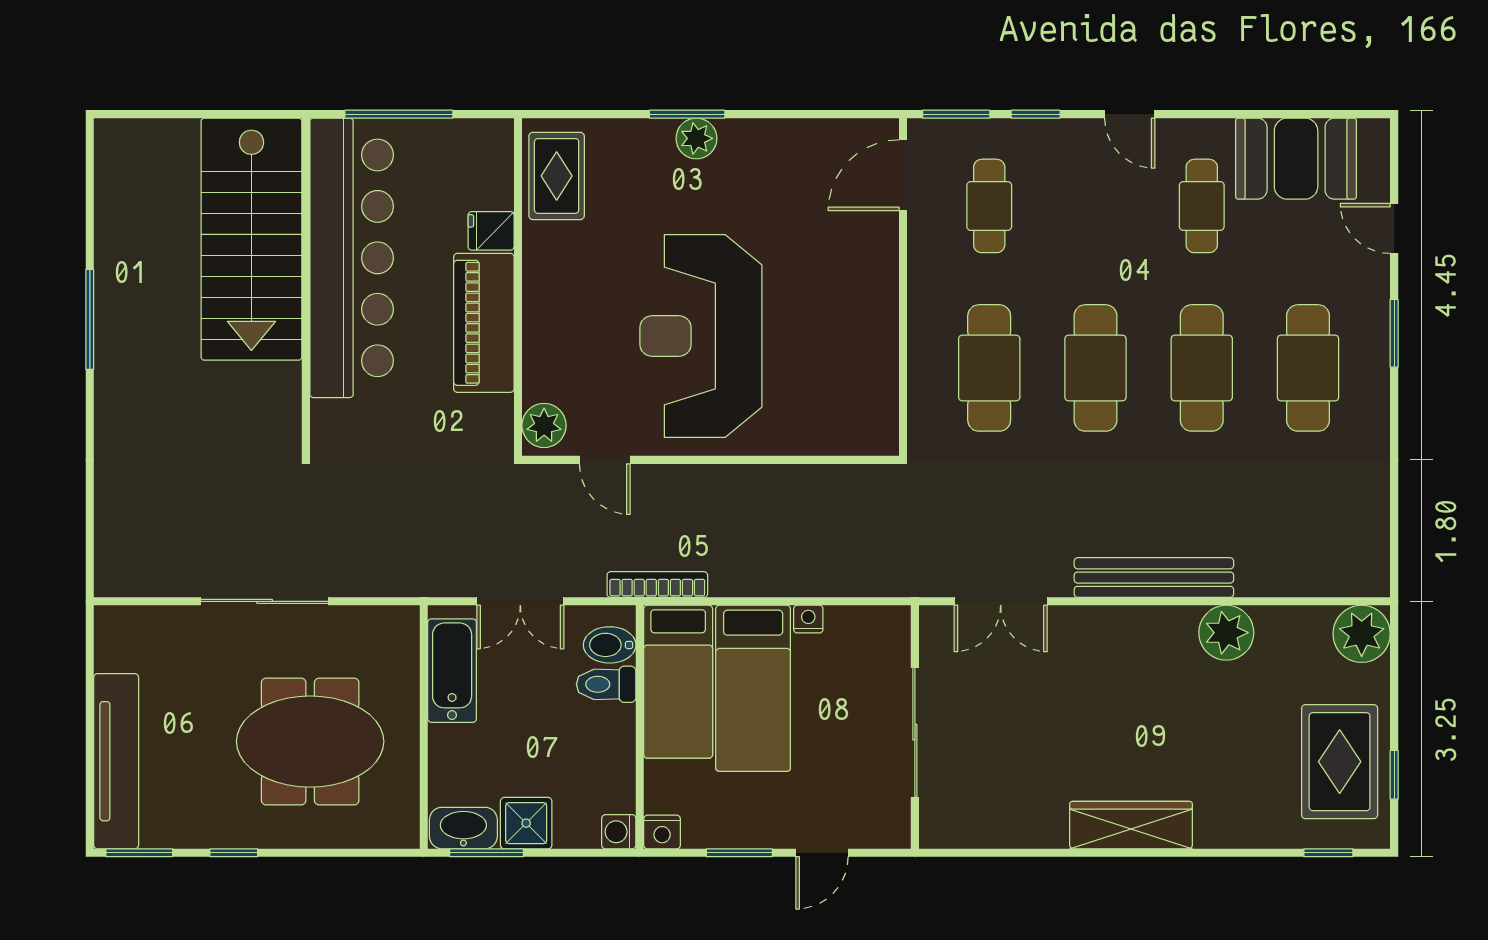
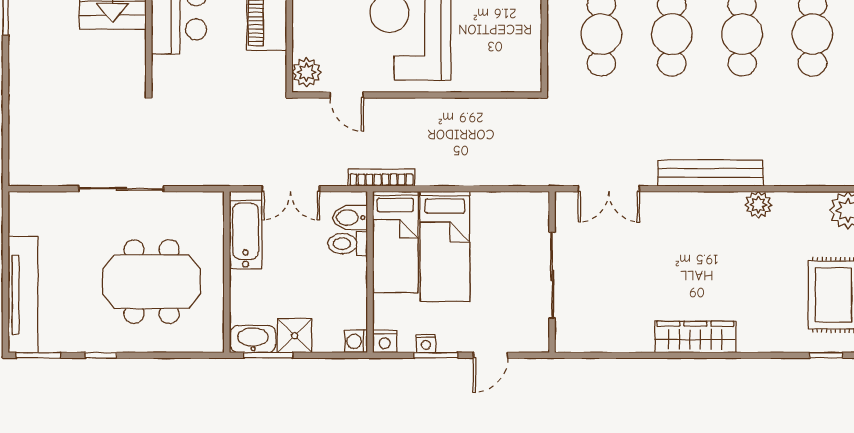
nightstand: (808, 619) -> (426, 343), moved, turned 180
plant: (1226, 633) -> (758, 205), width x0.73, depth x0.73

